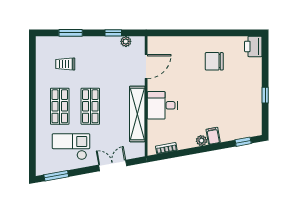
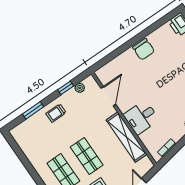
chair: (214, 61) -> (144, 49), moved, turned -90
trolley: (65, 64) -> (56, 113), moved

